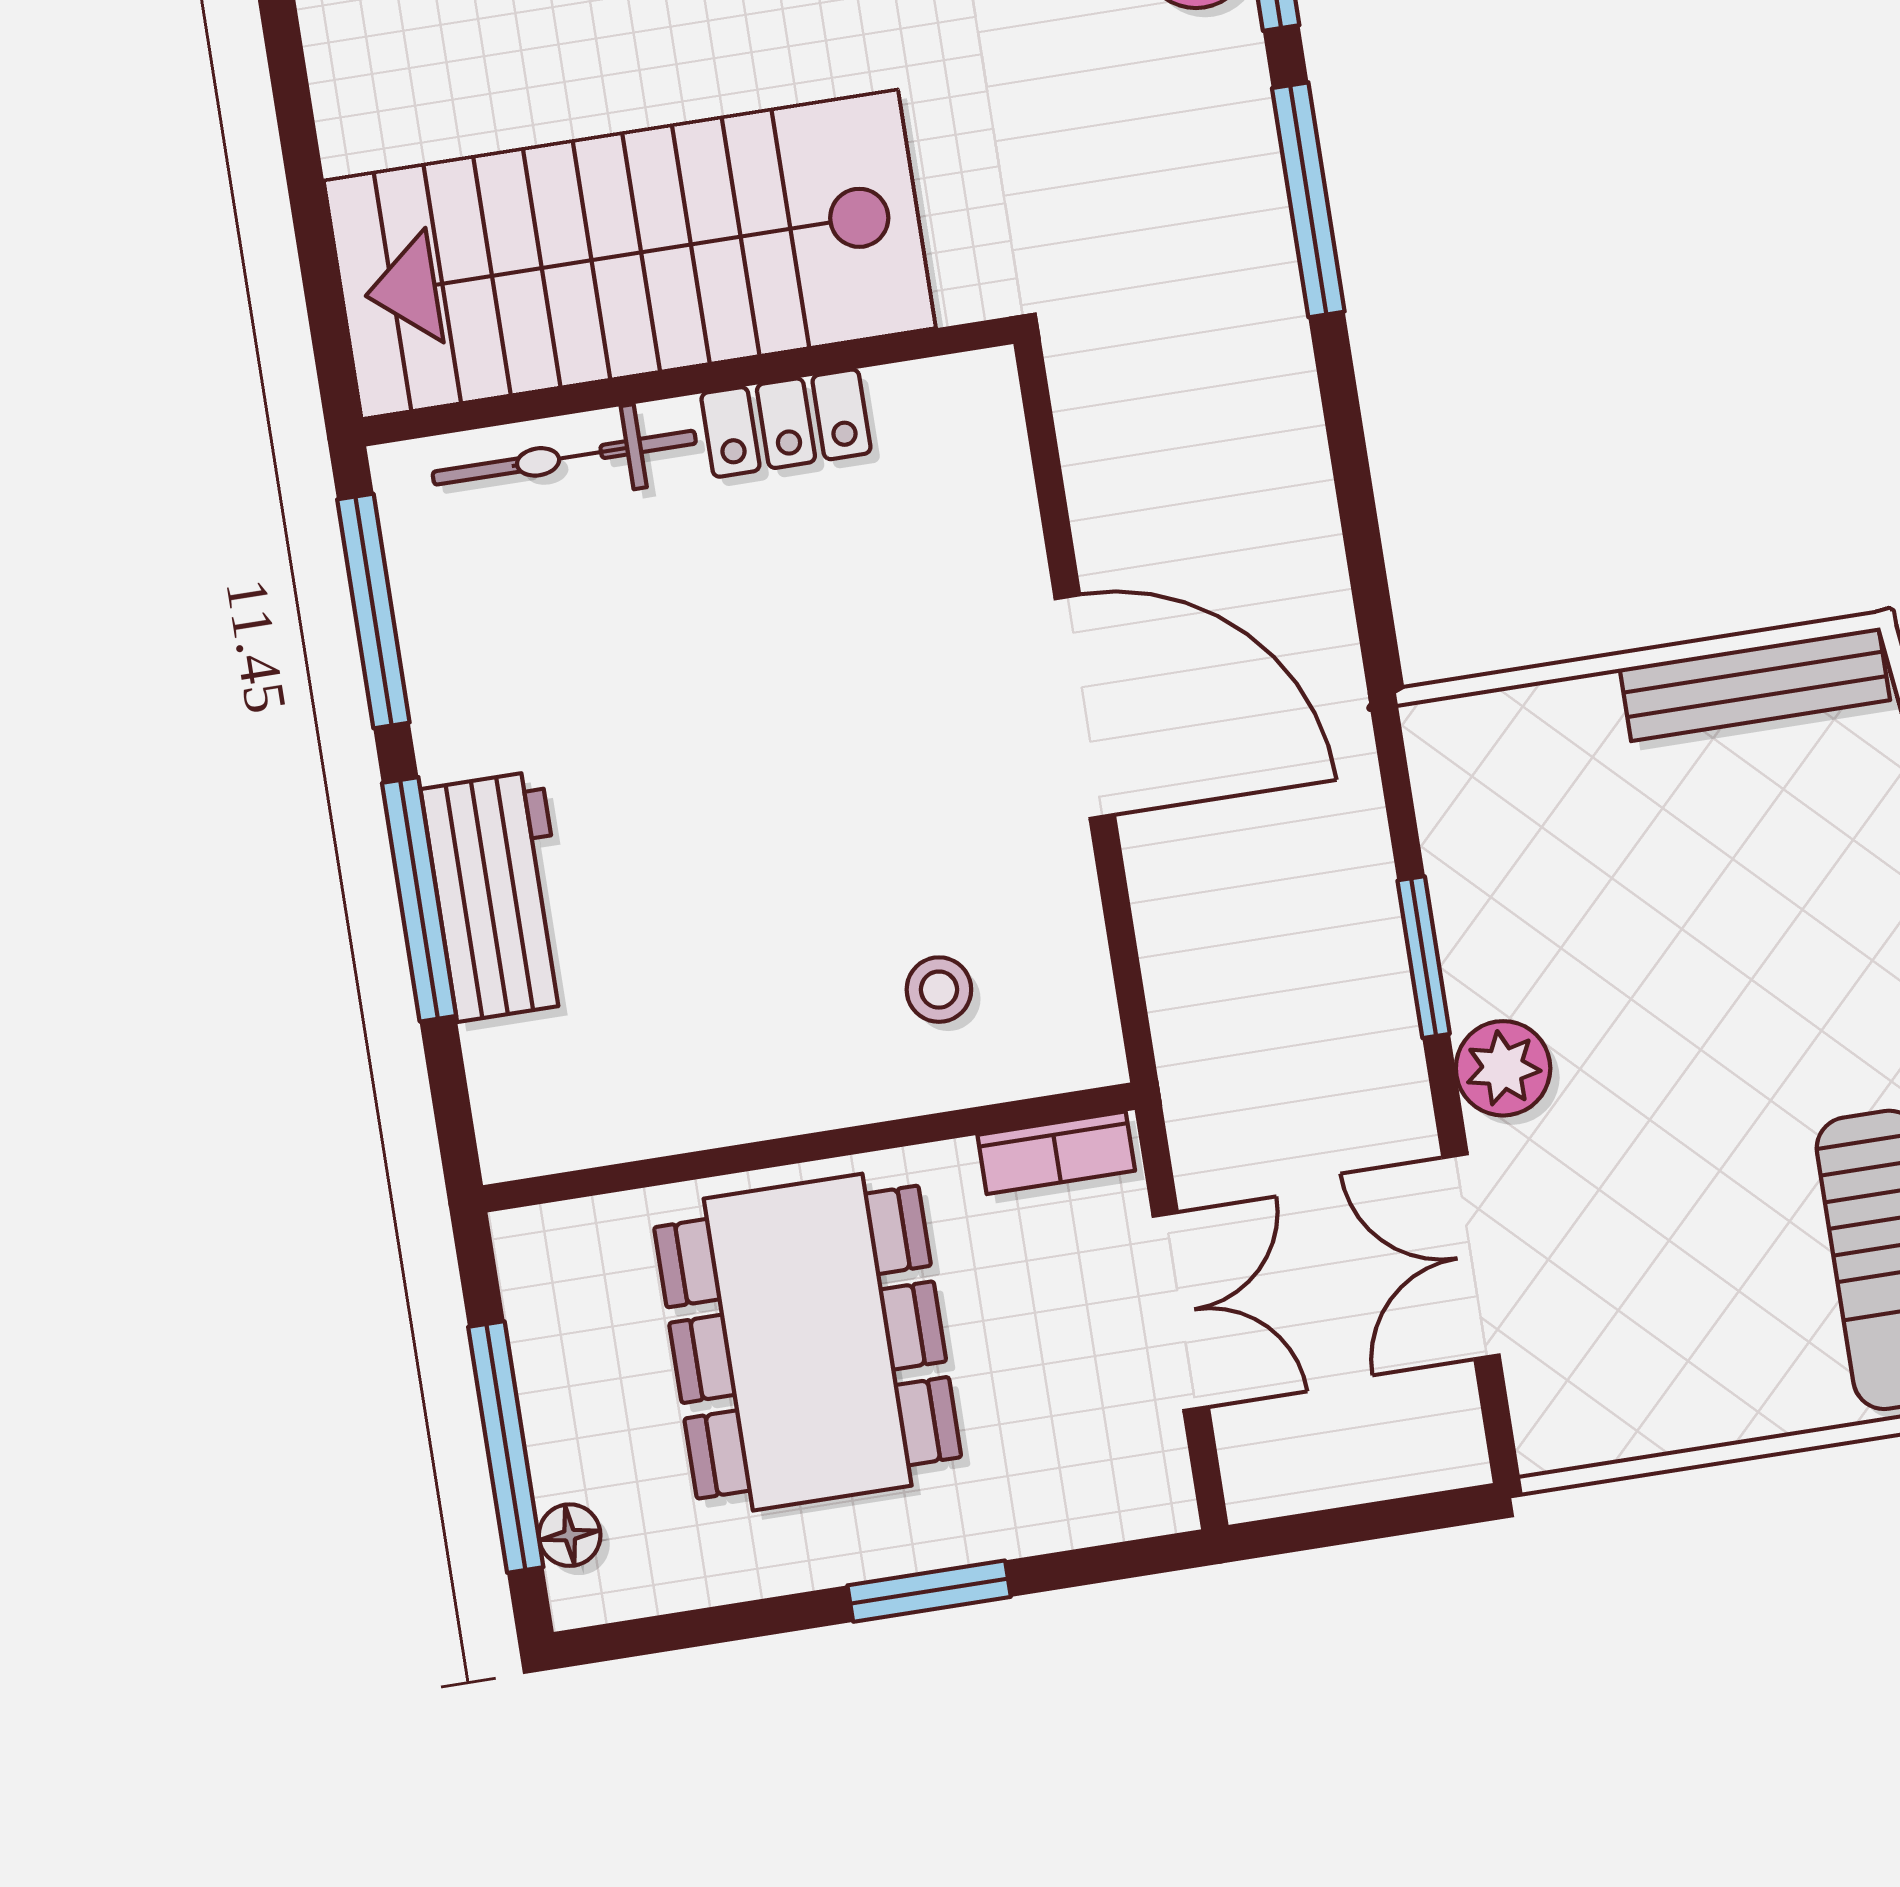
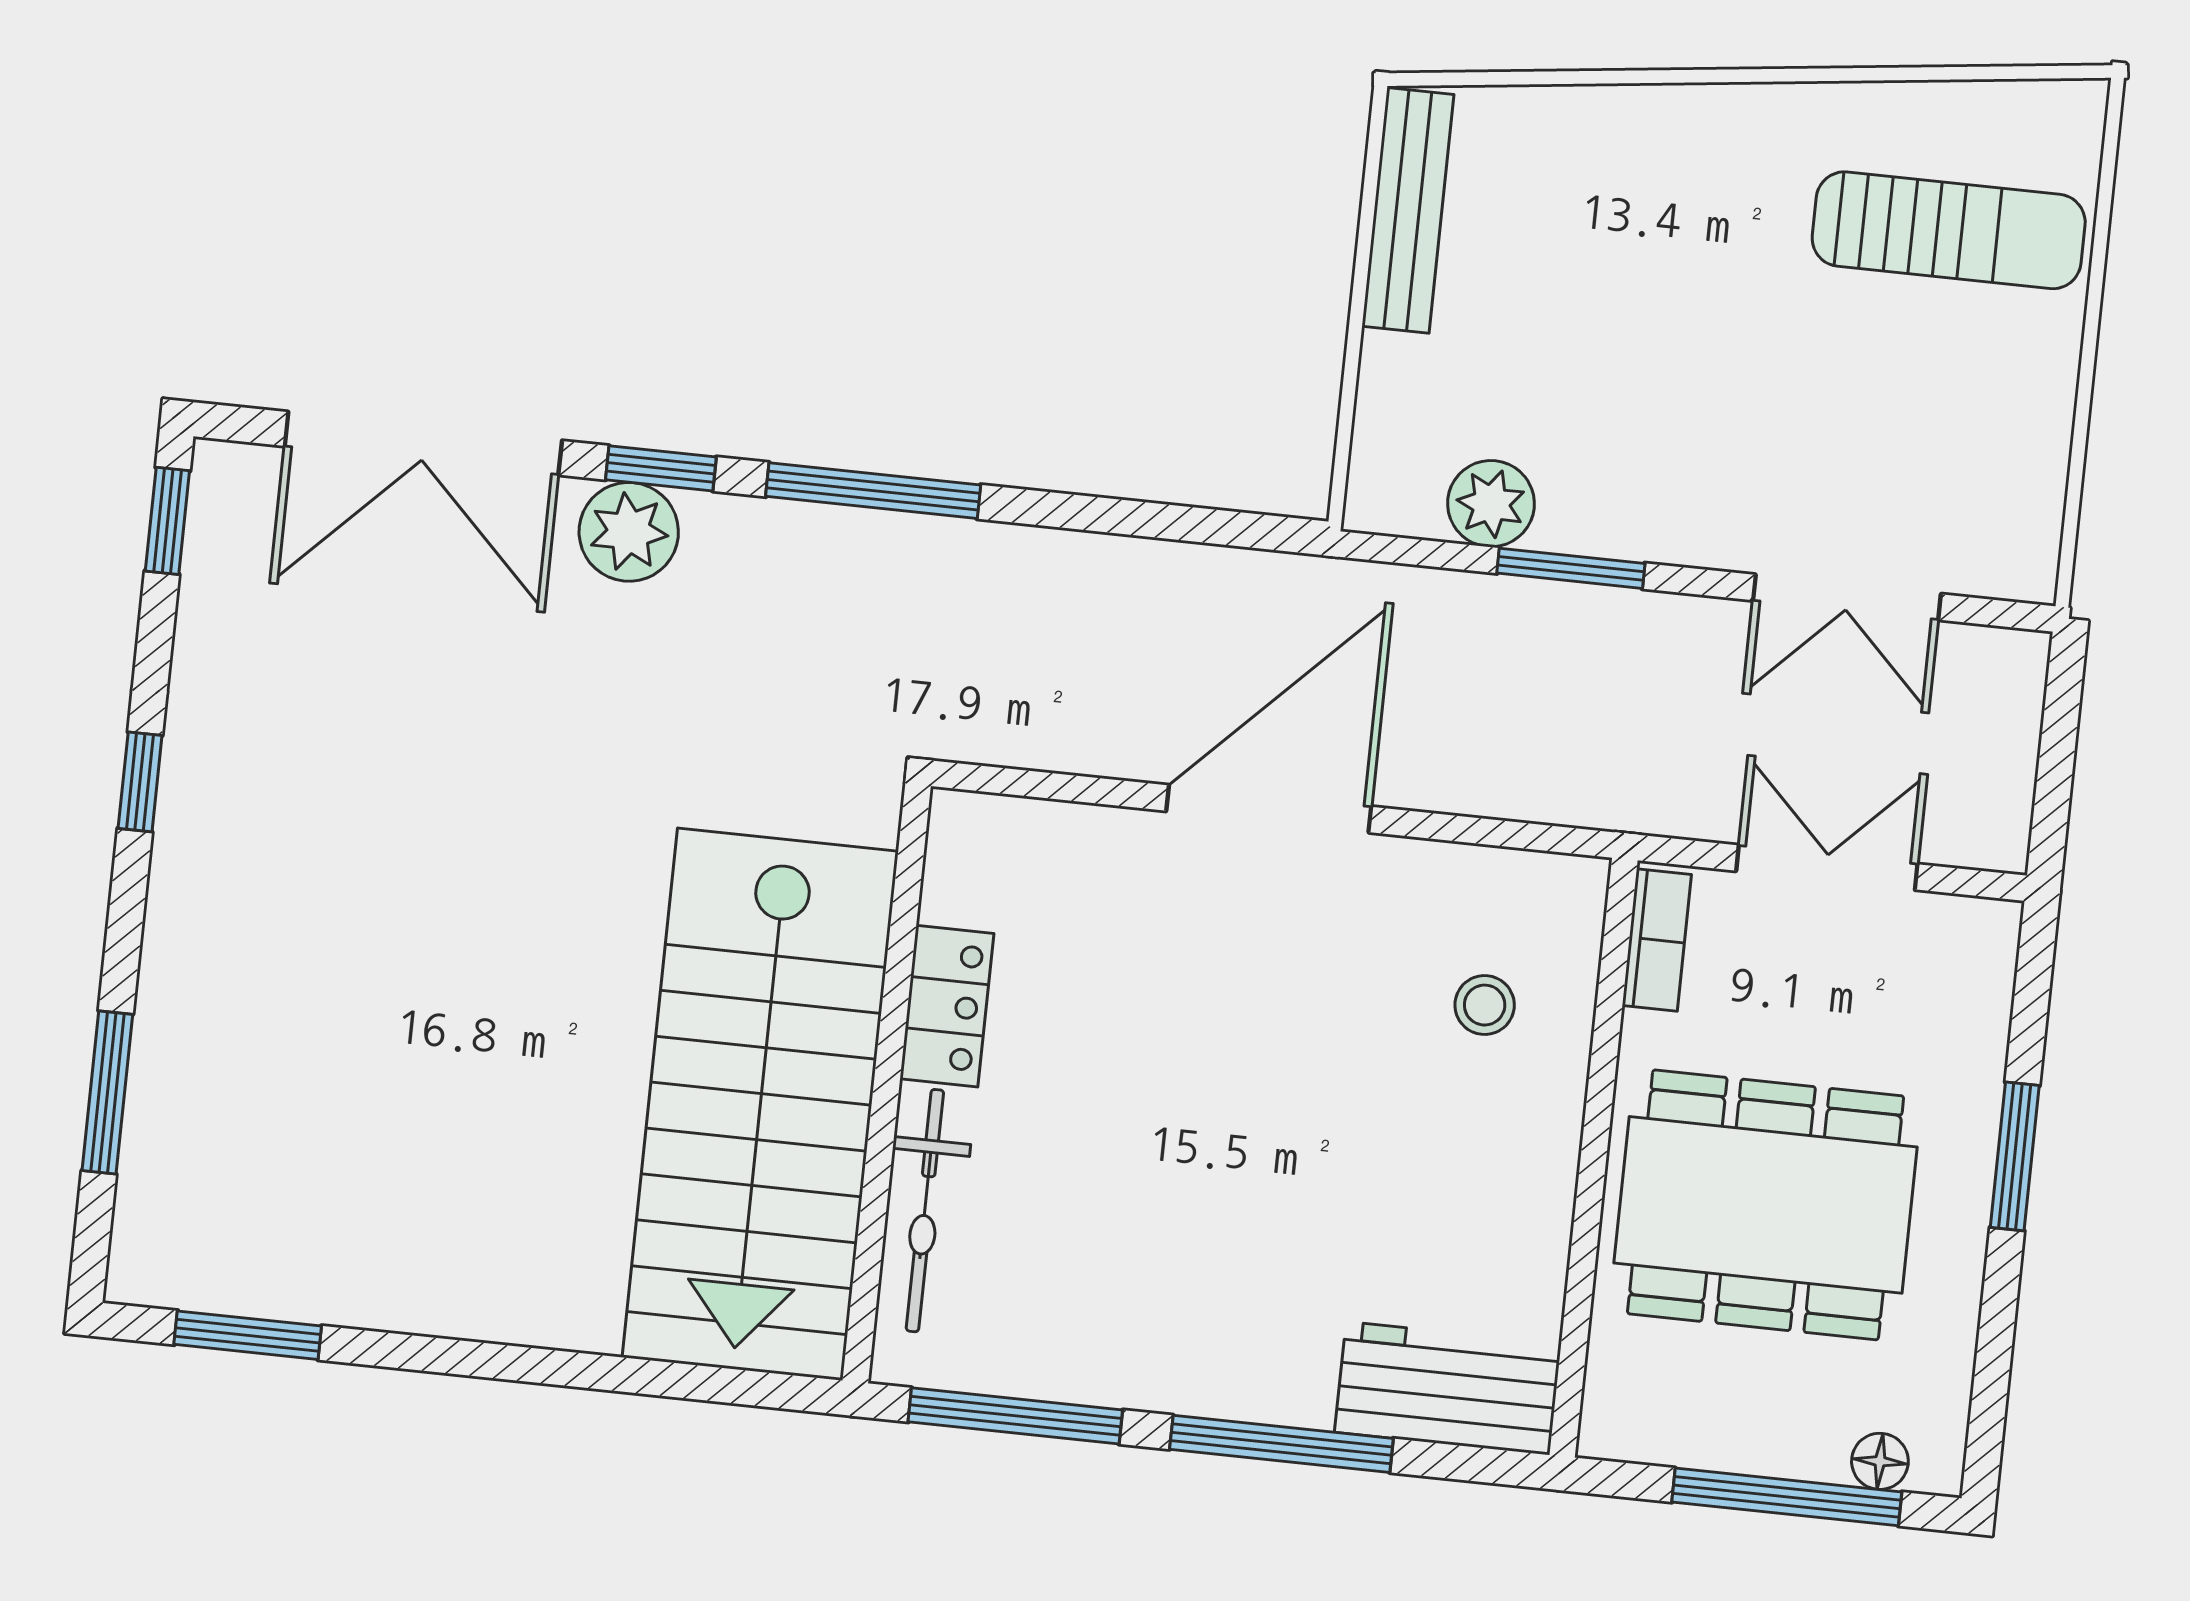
workbench: (499, 896) -> (1448, 1388), moved
plant: (1503, 1068) -> (1491, 504), moved

